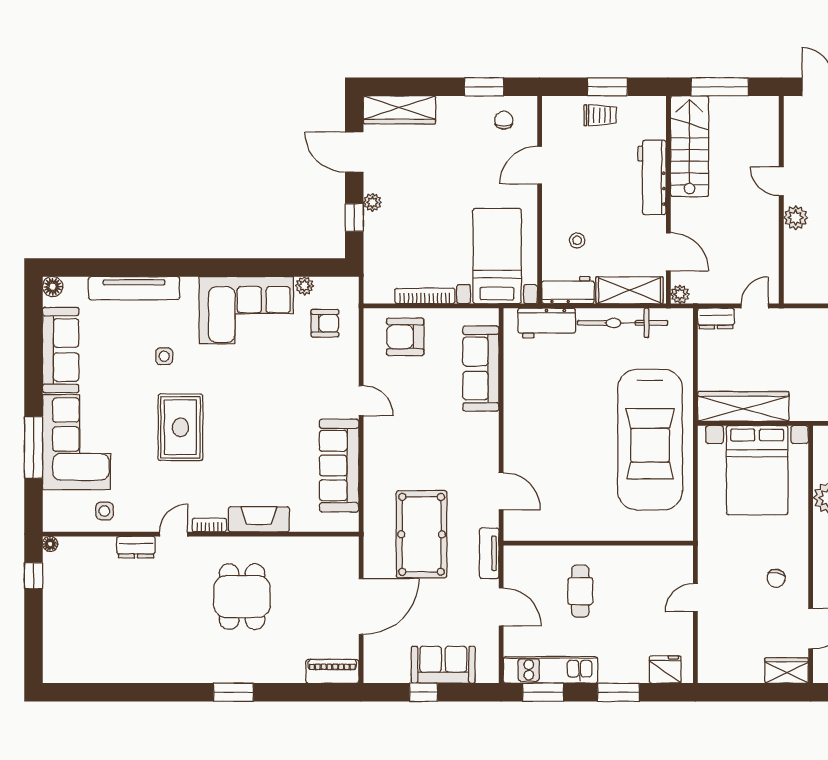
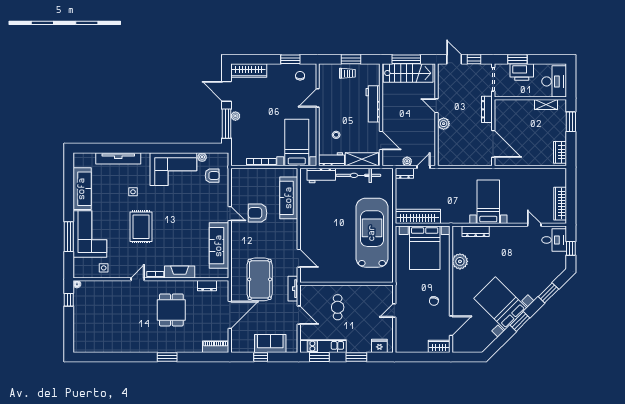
stairs: (690, 146) -> (408, 73), moved, turned 90
window: (354, 218) -> (227, 124), width x2.17
floor lamp: (53, 287) -> (78, 158), removed
plant: (680, 294) -> (407, 161), moved
armchair: (405, 337) -> (258, 213), moved
car: (650, 439) -> (372, 233), turned 180
dresser: (136, 547) -> (207, 286), moved

